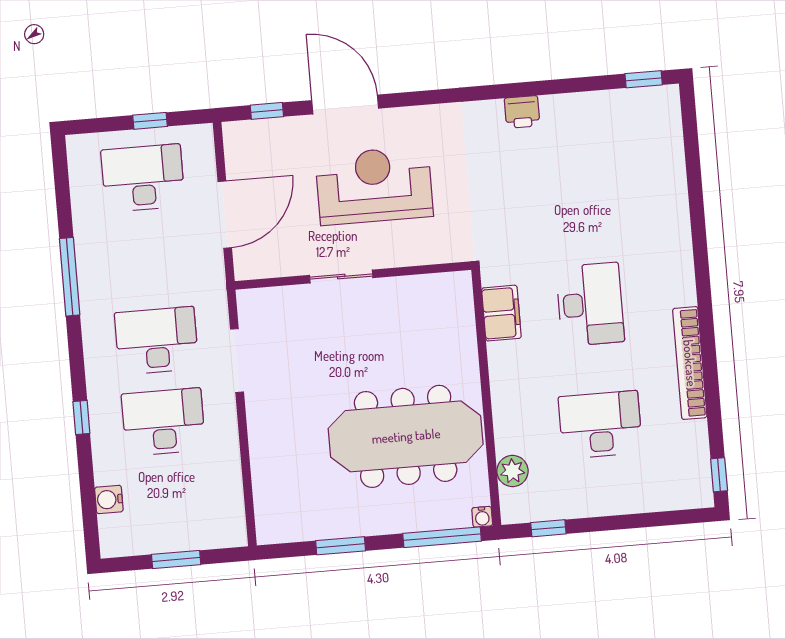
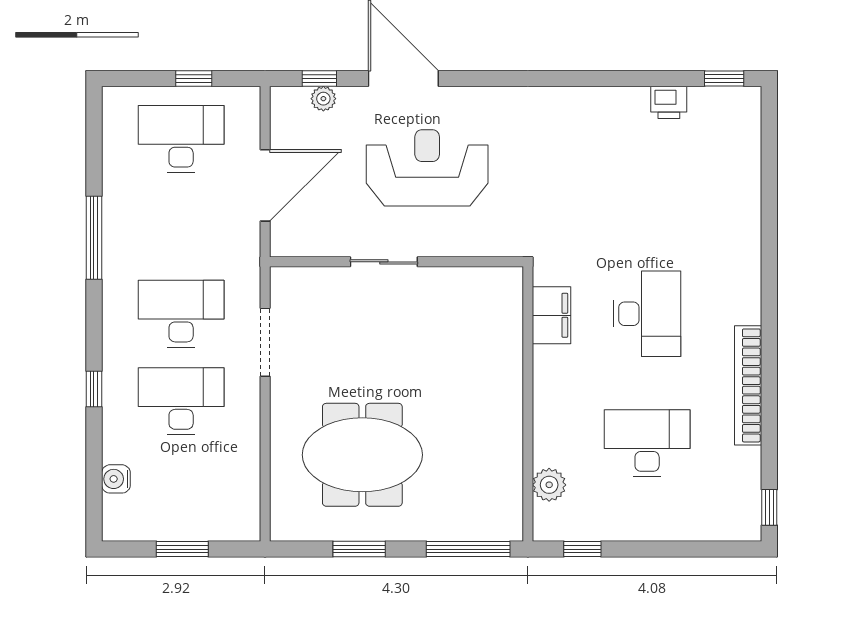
printer: (522, 112) -> (669, 102), moved
plant: (272, 129) -> (323, 99), added
meeting table: (406, 436) -> (362, 455), moved, width x0.73
water cooler: (482, 517) -> (513, 531), removed

